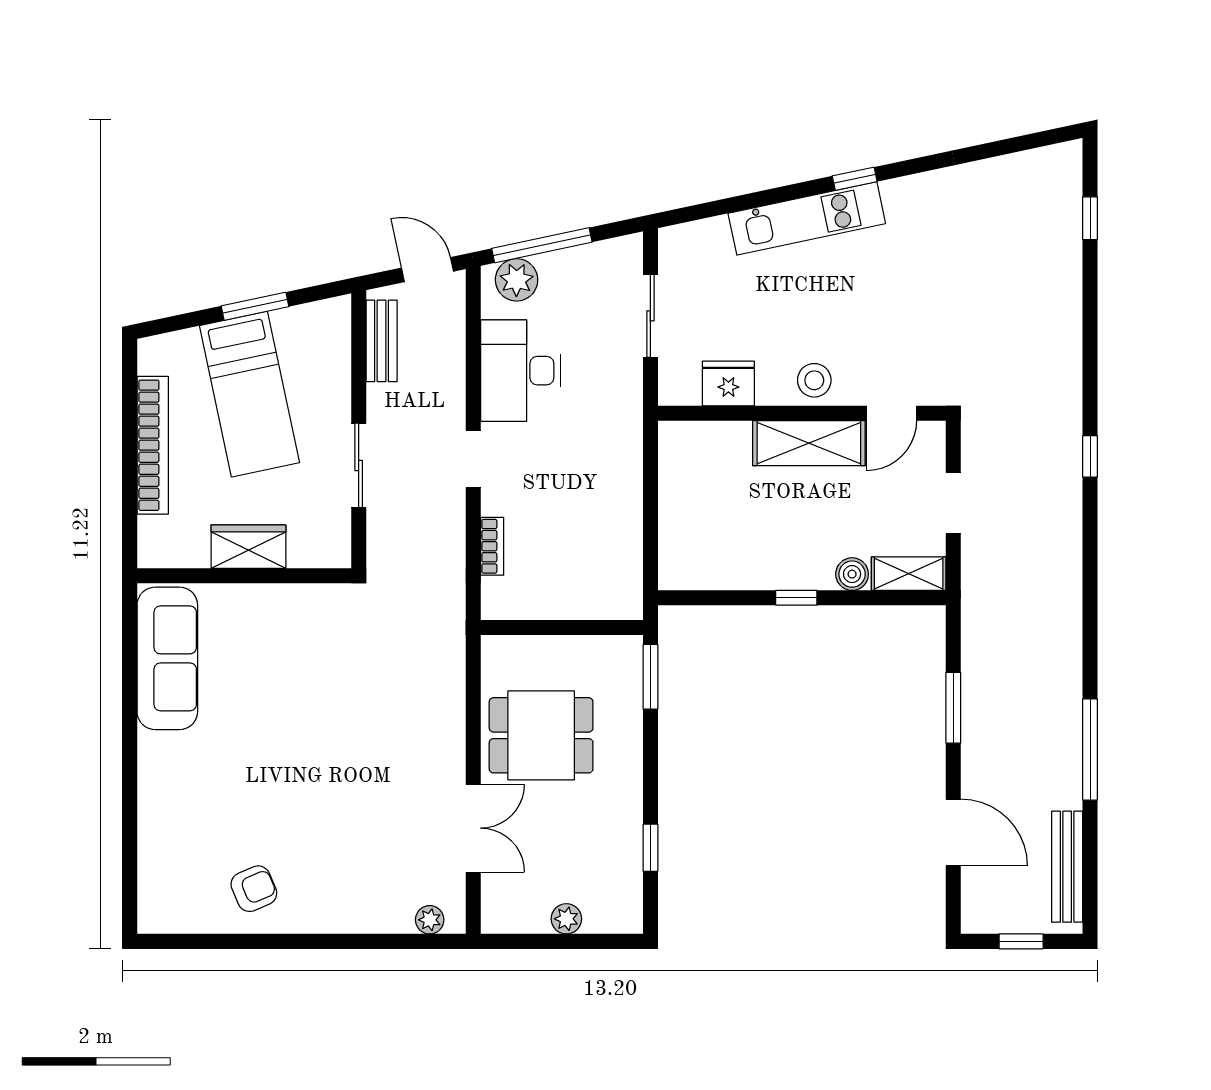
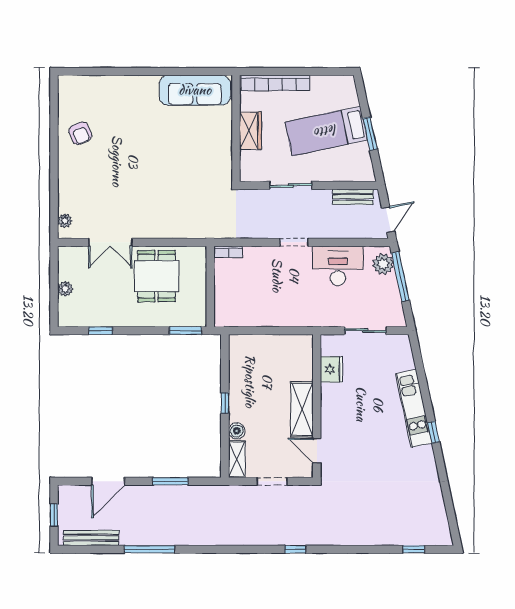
stool: (814, 380) -> (333, 412), removed
bookcase: (153, 445) -> (275, 83), moved
bookcase: (492, 546) -> (228, 252), moved

